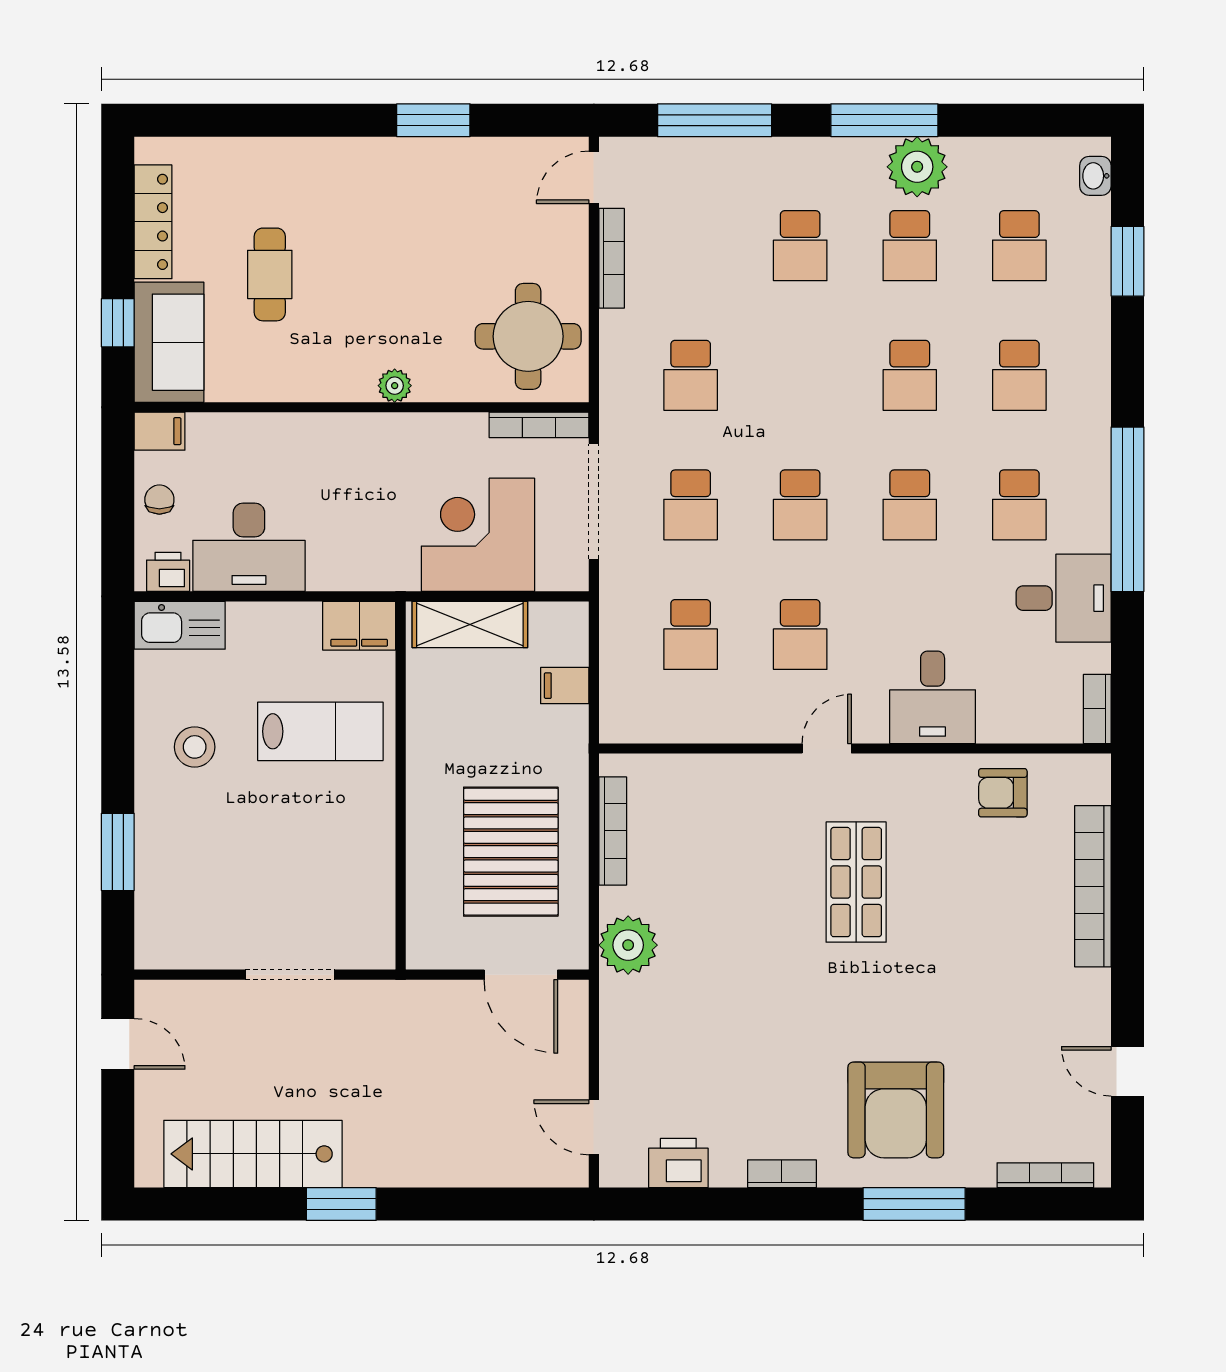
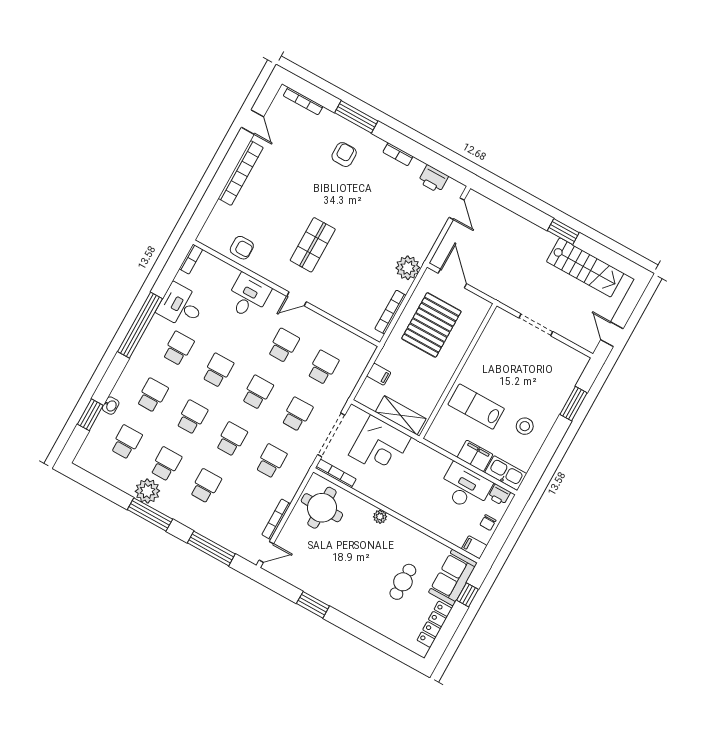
washbasin: (1095, 176) -> (111, 406), moved
school desk: (800, 375) -> (231, 439), added
filing cabinet: (359, 626) -> (475, 456), moved
bookcase: (1093, 886) -> (241, 173), moved
armchair: (896, 1110) -> (344, 155), width x0.53, depth x0.53

